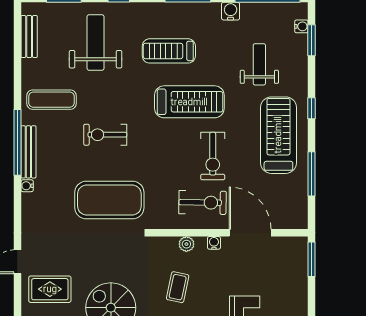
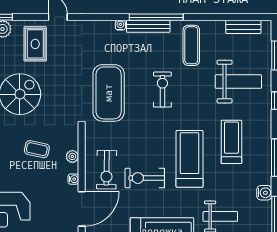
treadmill: (189, 102) -> (190, 159), turned 180

